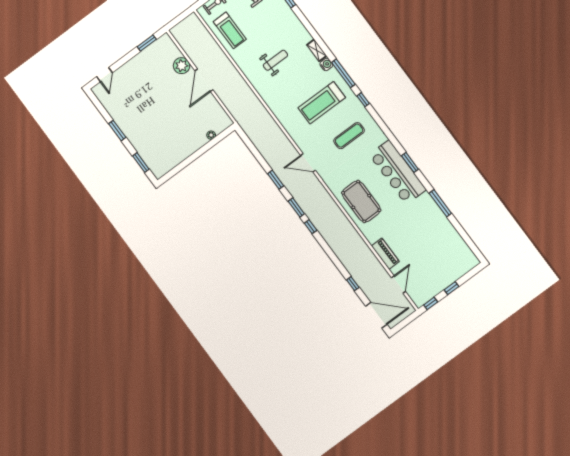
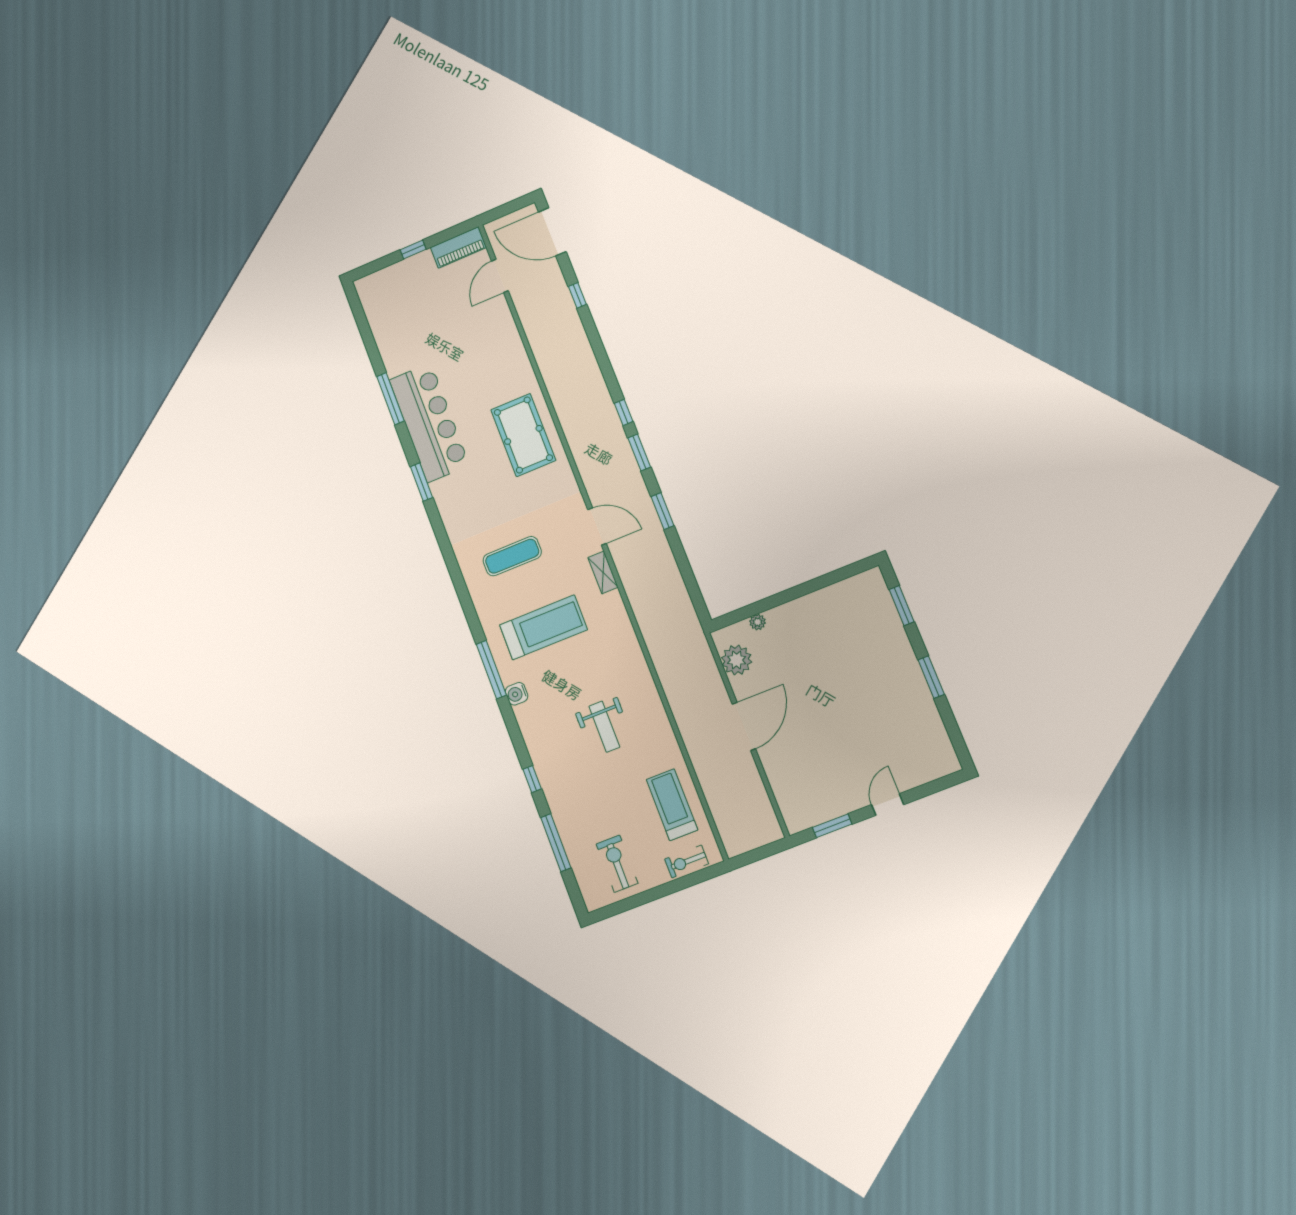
shelving: (317, 50) -> (603, 572), moved
weight bench: (275, 60) -> (604, 727), turned -90
plant: (182, 66) -> (737, 660), moved
door: (104, 75) -> (888, 805), moved
window: (363, 100) -> (532, 779), moved
bar counter: (398, 172) -> (429, 423), moved
piano: (385, 254) -> (458, 247), moved, turned -90
window: (431, 303) -> (455, 231), removed

